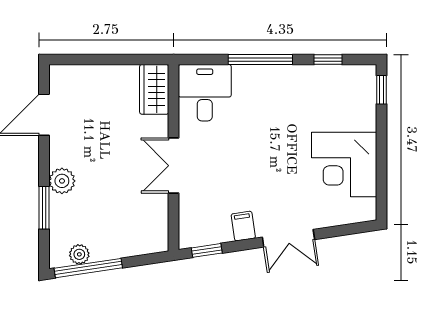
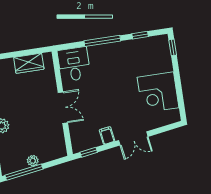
wardrobe: (154, 89) -> (29, 63), moved, turned -90
double door: (174, 166) -> (63, 108), swing flipped
plant: (79, 254) -> (33, 161), moved

